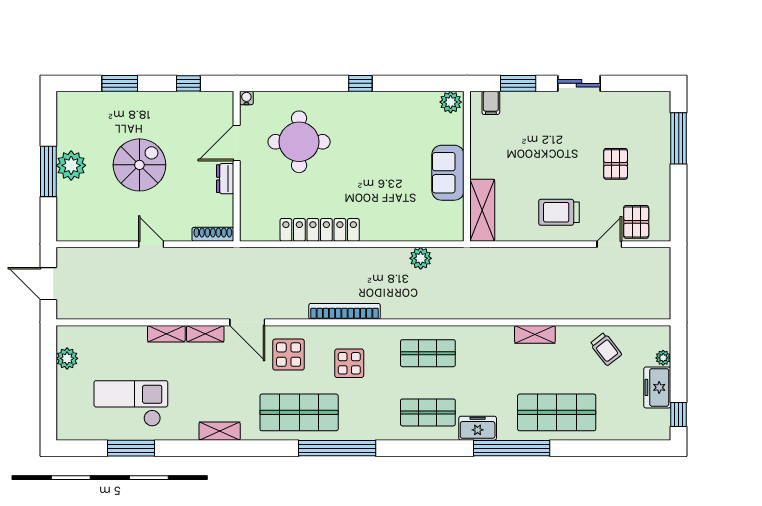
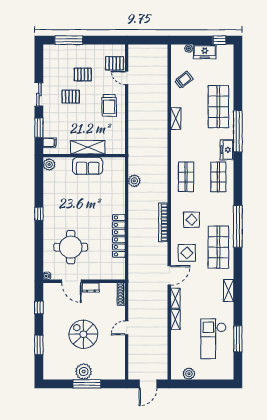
pallet: (575, 142) -> (71, 97), added
shelving: (482, 210) -> (88, 147), moved

